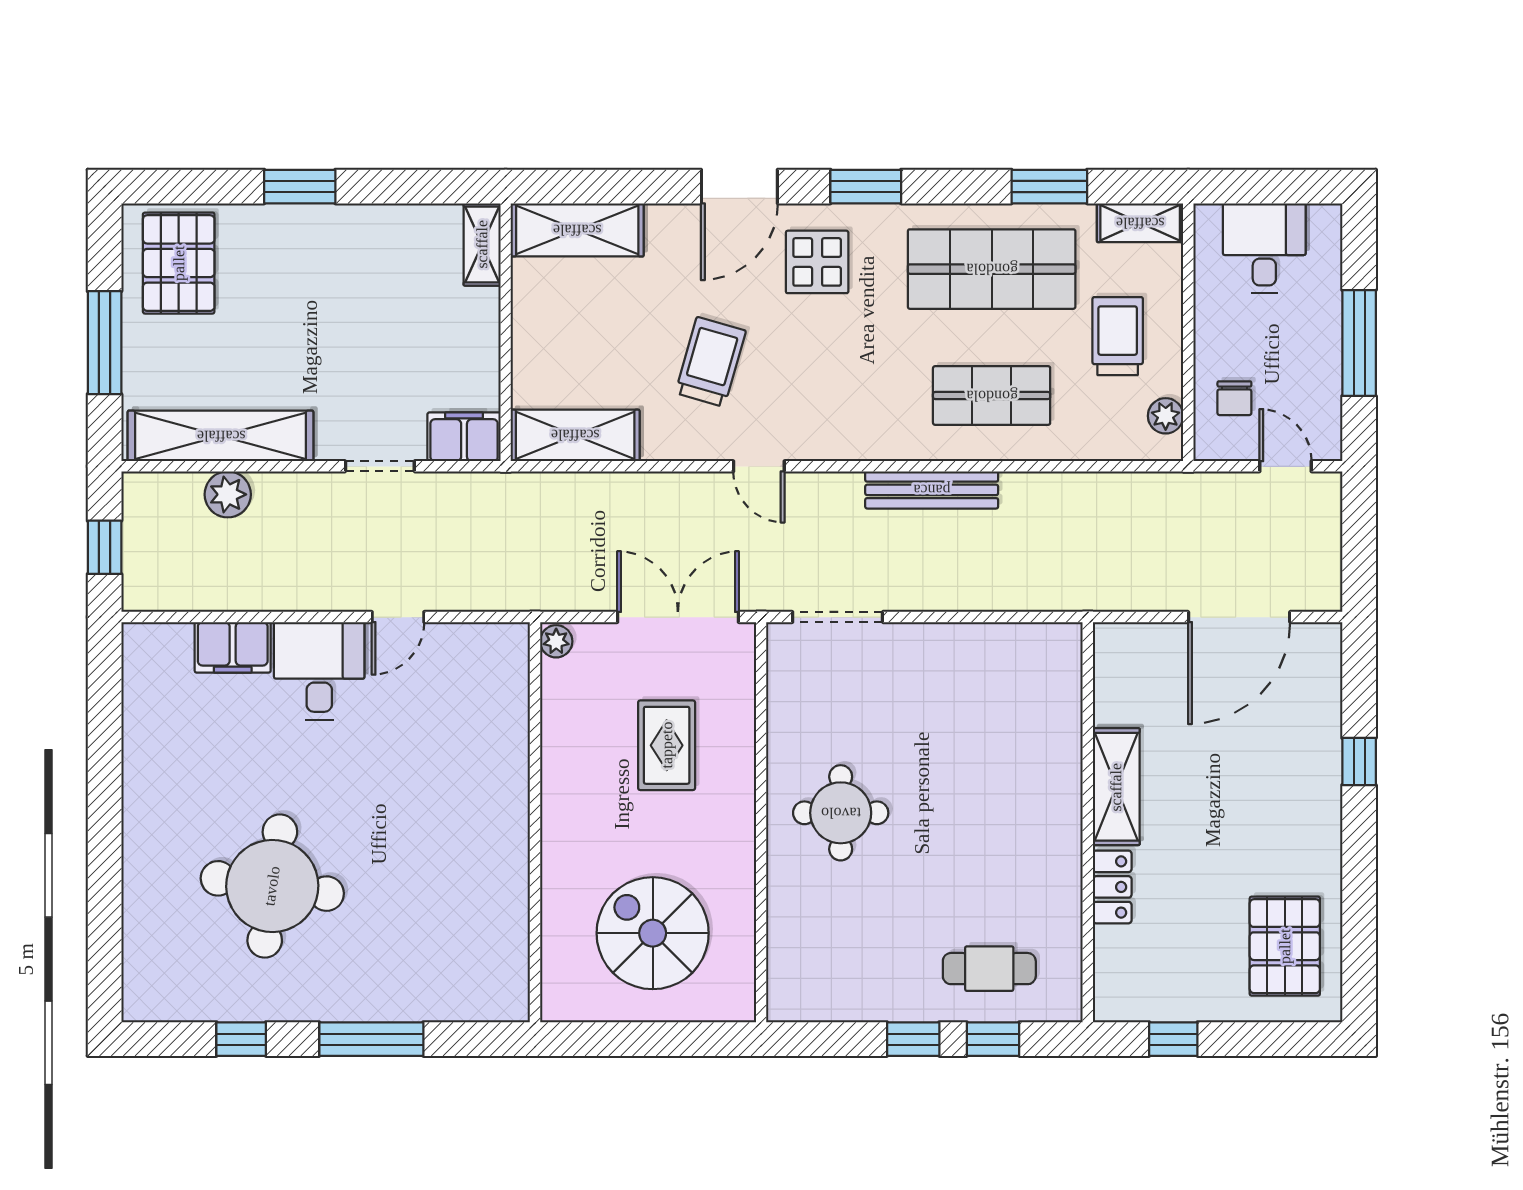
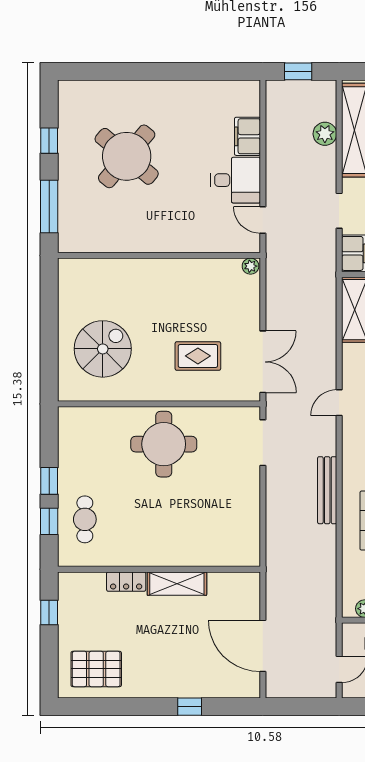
plant: (556, 641) -> (250, 266), moved
round table: (841, 813) -> (164, 444), width x1.36, depth x1.36
wall: (535, 822) -> (159, 255), moved
round table: (272, 886) -> (127, 156), turned 32

